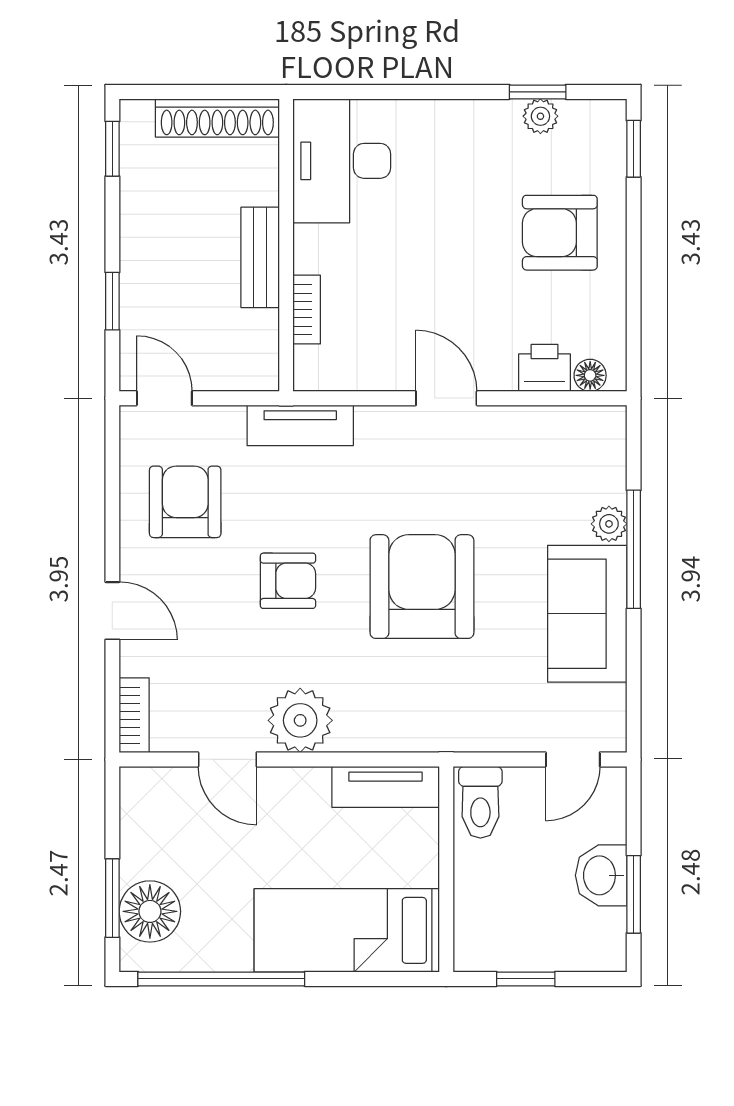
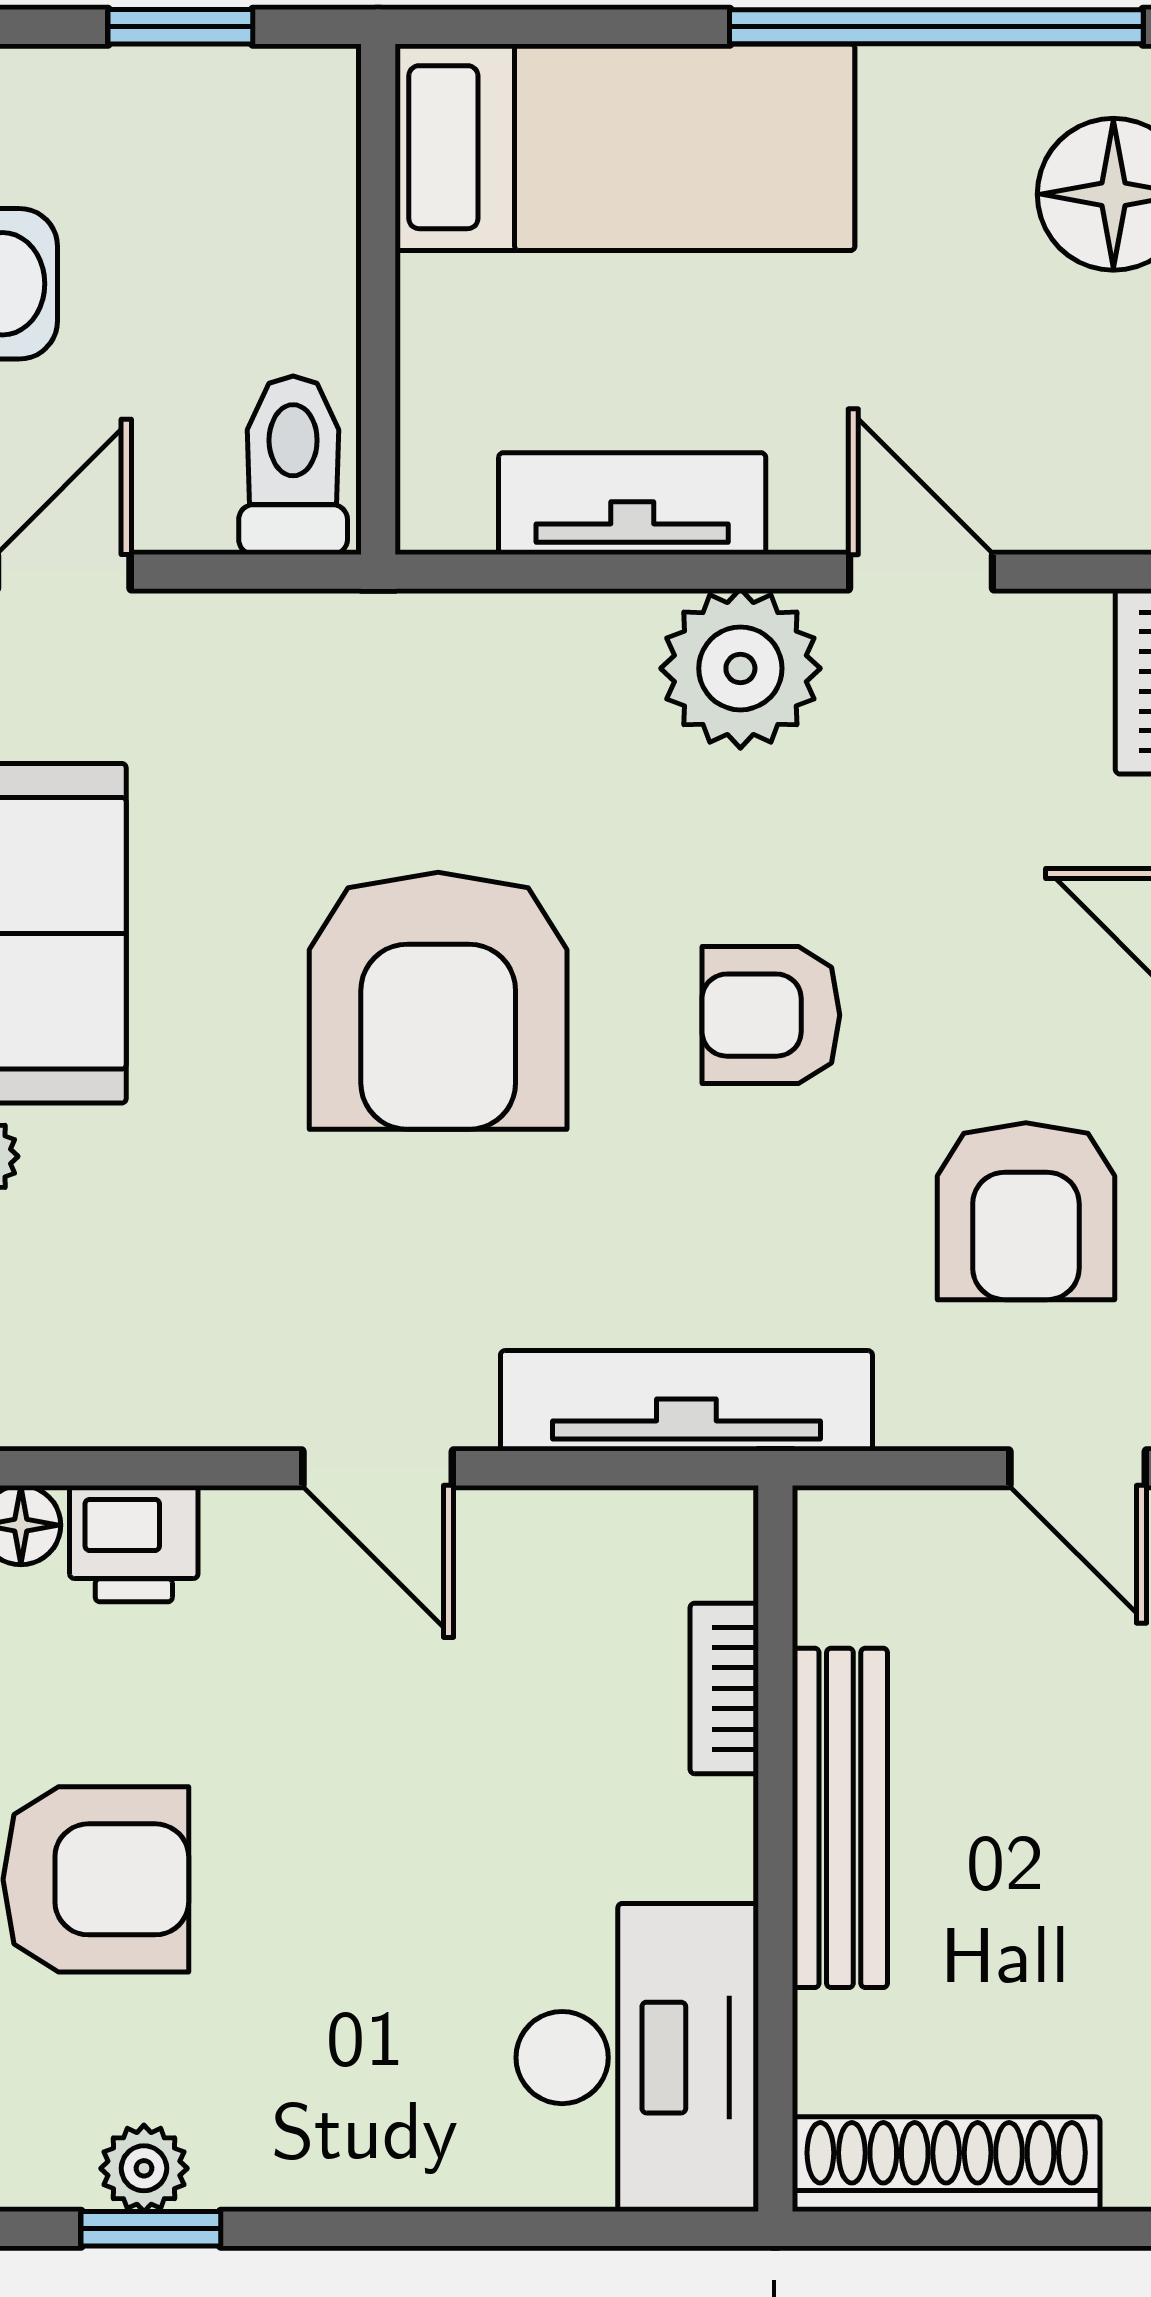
bench: (260, 257) -> (840, 1818), width x1.36
tv unit: (300, 425) -> (686, 1401), width x1.41
tv unit: (386, 787) -> (632, 504), moved

